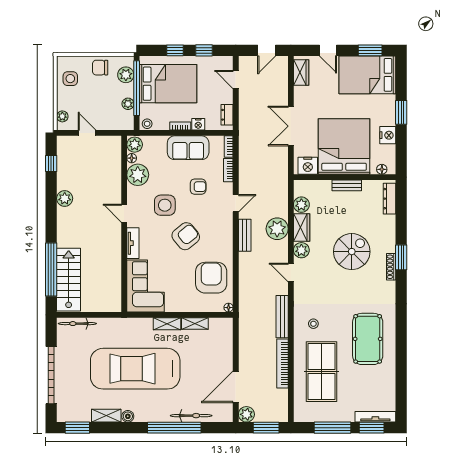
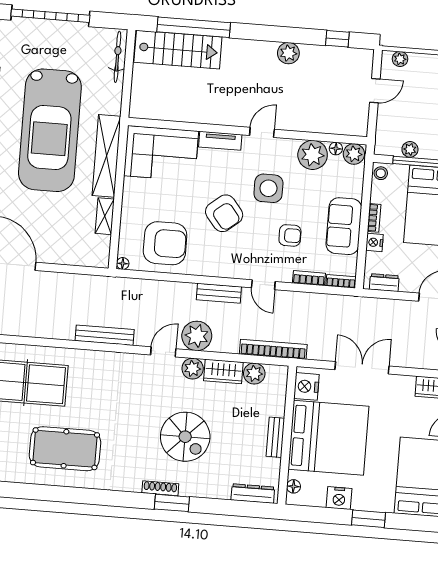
armchair: (198, 187) -> (290, 235), turned -90
plant: (277, 229) -> (197, 336), moved
shelving: (167, 324) -> (107, 156), width x2.20, depth x1.33
stool: (313, 324) -> (91, 377), removed
bookcase: (283, 364) -> (273, 349), moved
car: (135, 369) -> (50, 130), turned 180

